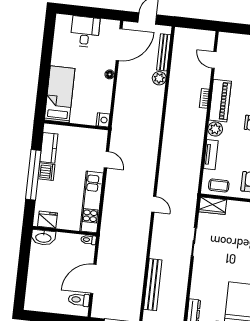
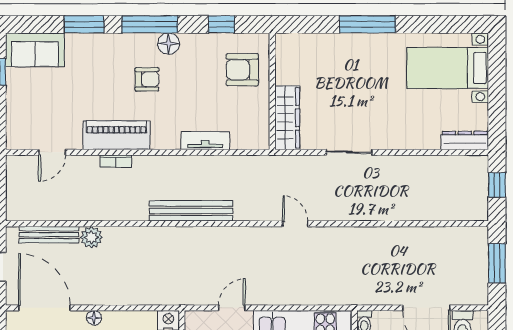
plant: (215, 129) -> (163, 138), removed
coffee table: (219, 185) -> (254, 122), removed
door: (154, 204) -> (295, 224), hinge flipped
wardrobe: (213, 206) -> (287, 118), width x1.50
bench: (153, 285) -> (191, 211), moved

